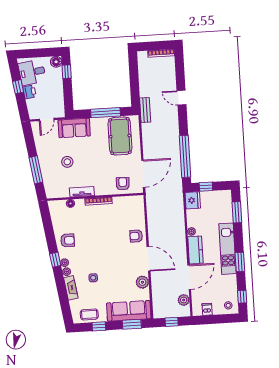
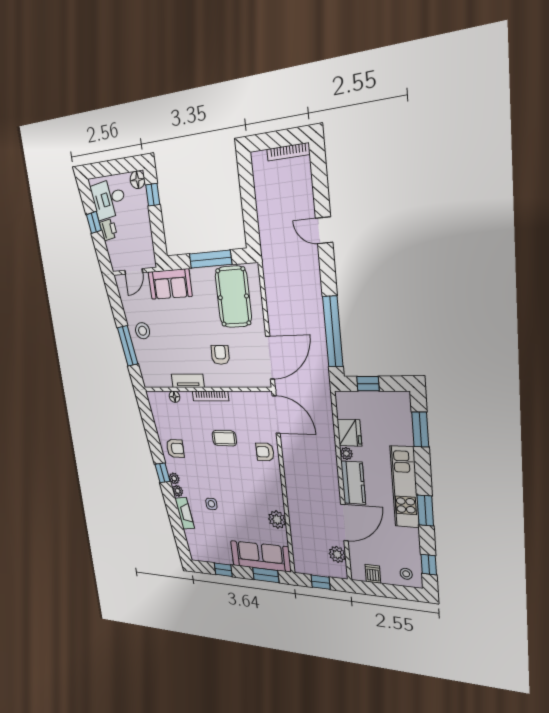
bench: (145, 110) -> (268, 254), removed
stool: (67, 162) -> (143, 331), moved
armchair: (123, 184) -> (220, 355), moved
fridge: (193, 200) -> (349, 433), moved
door: (148, 259) -> (276, 415), moved
coffee table: (89, 314) -> (224, 438), moved

